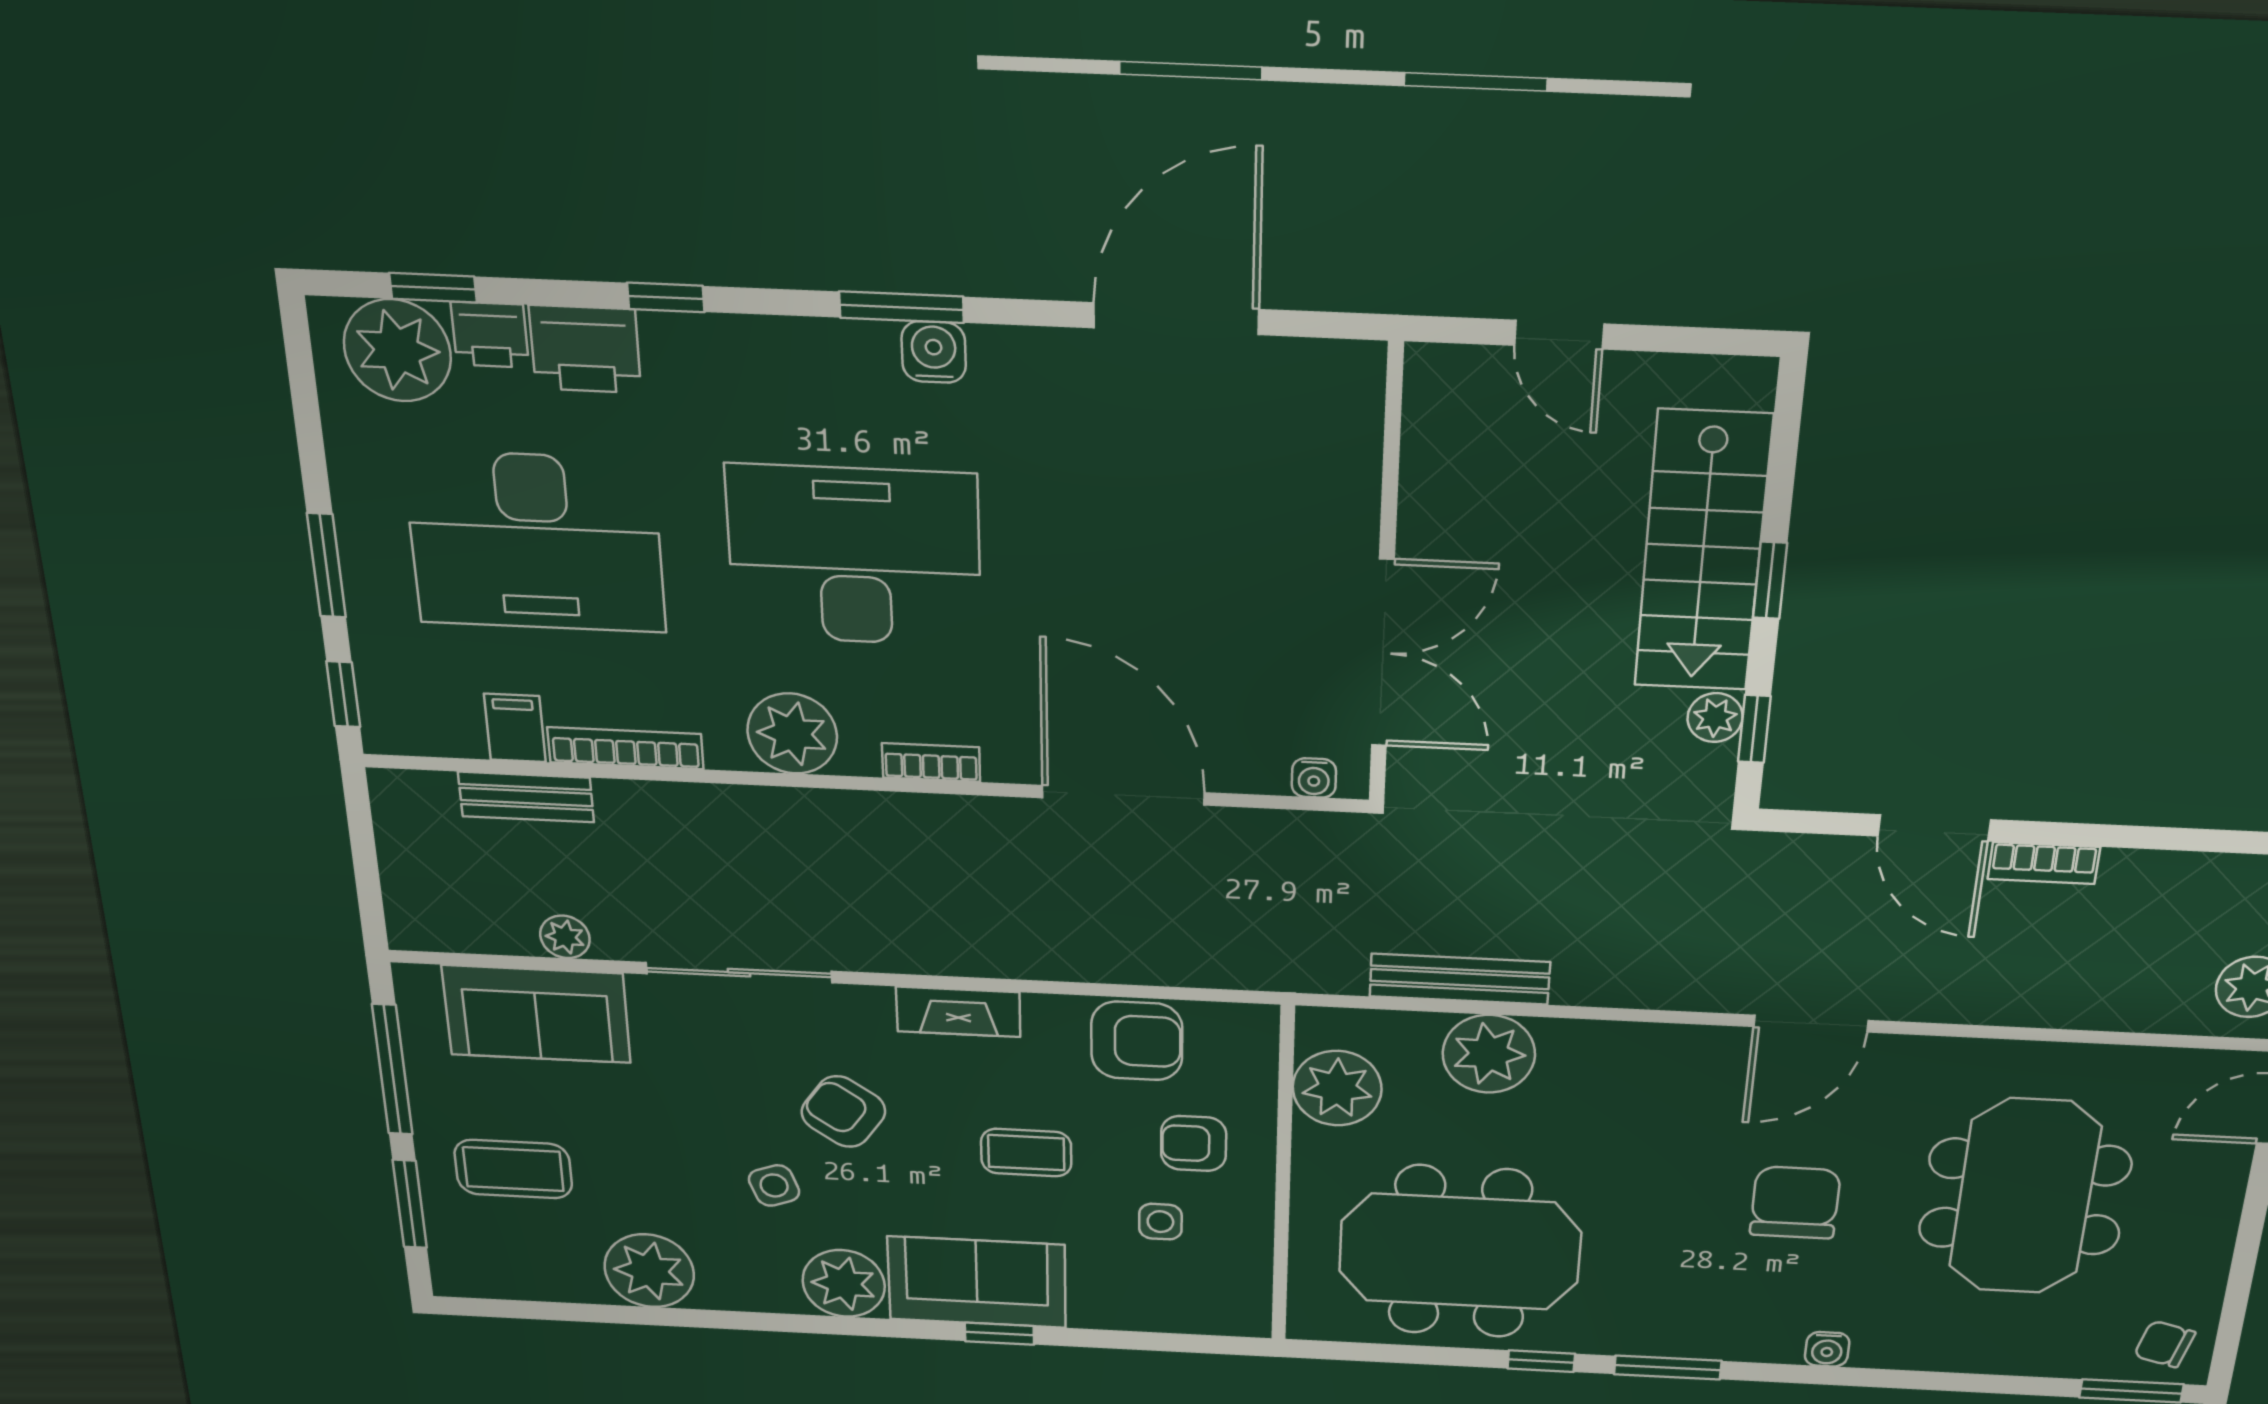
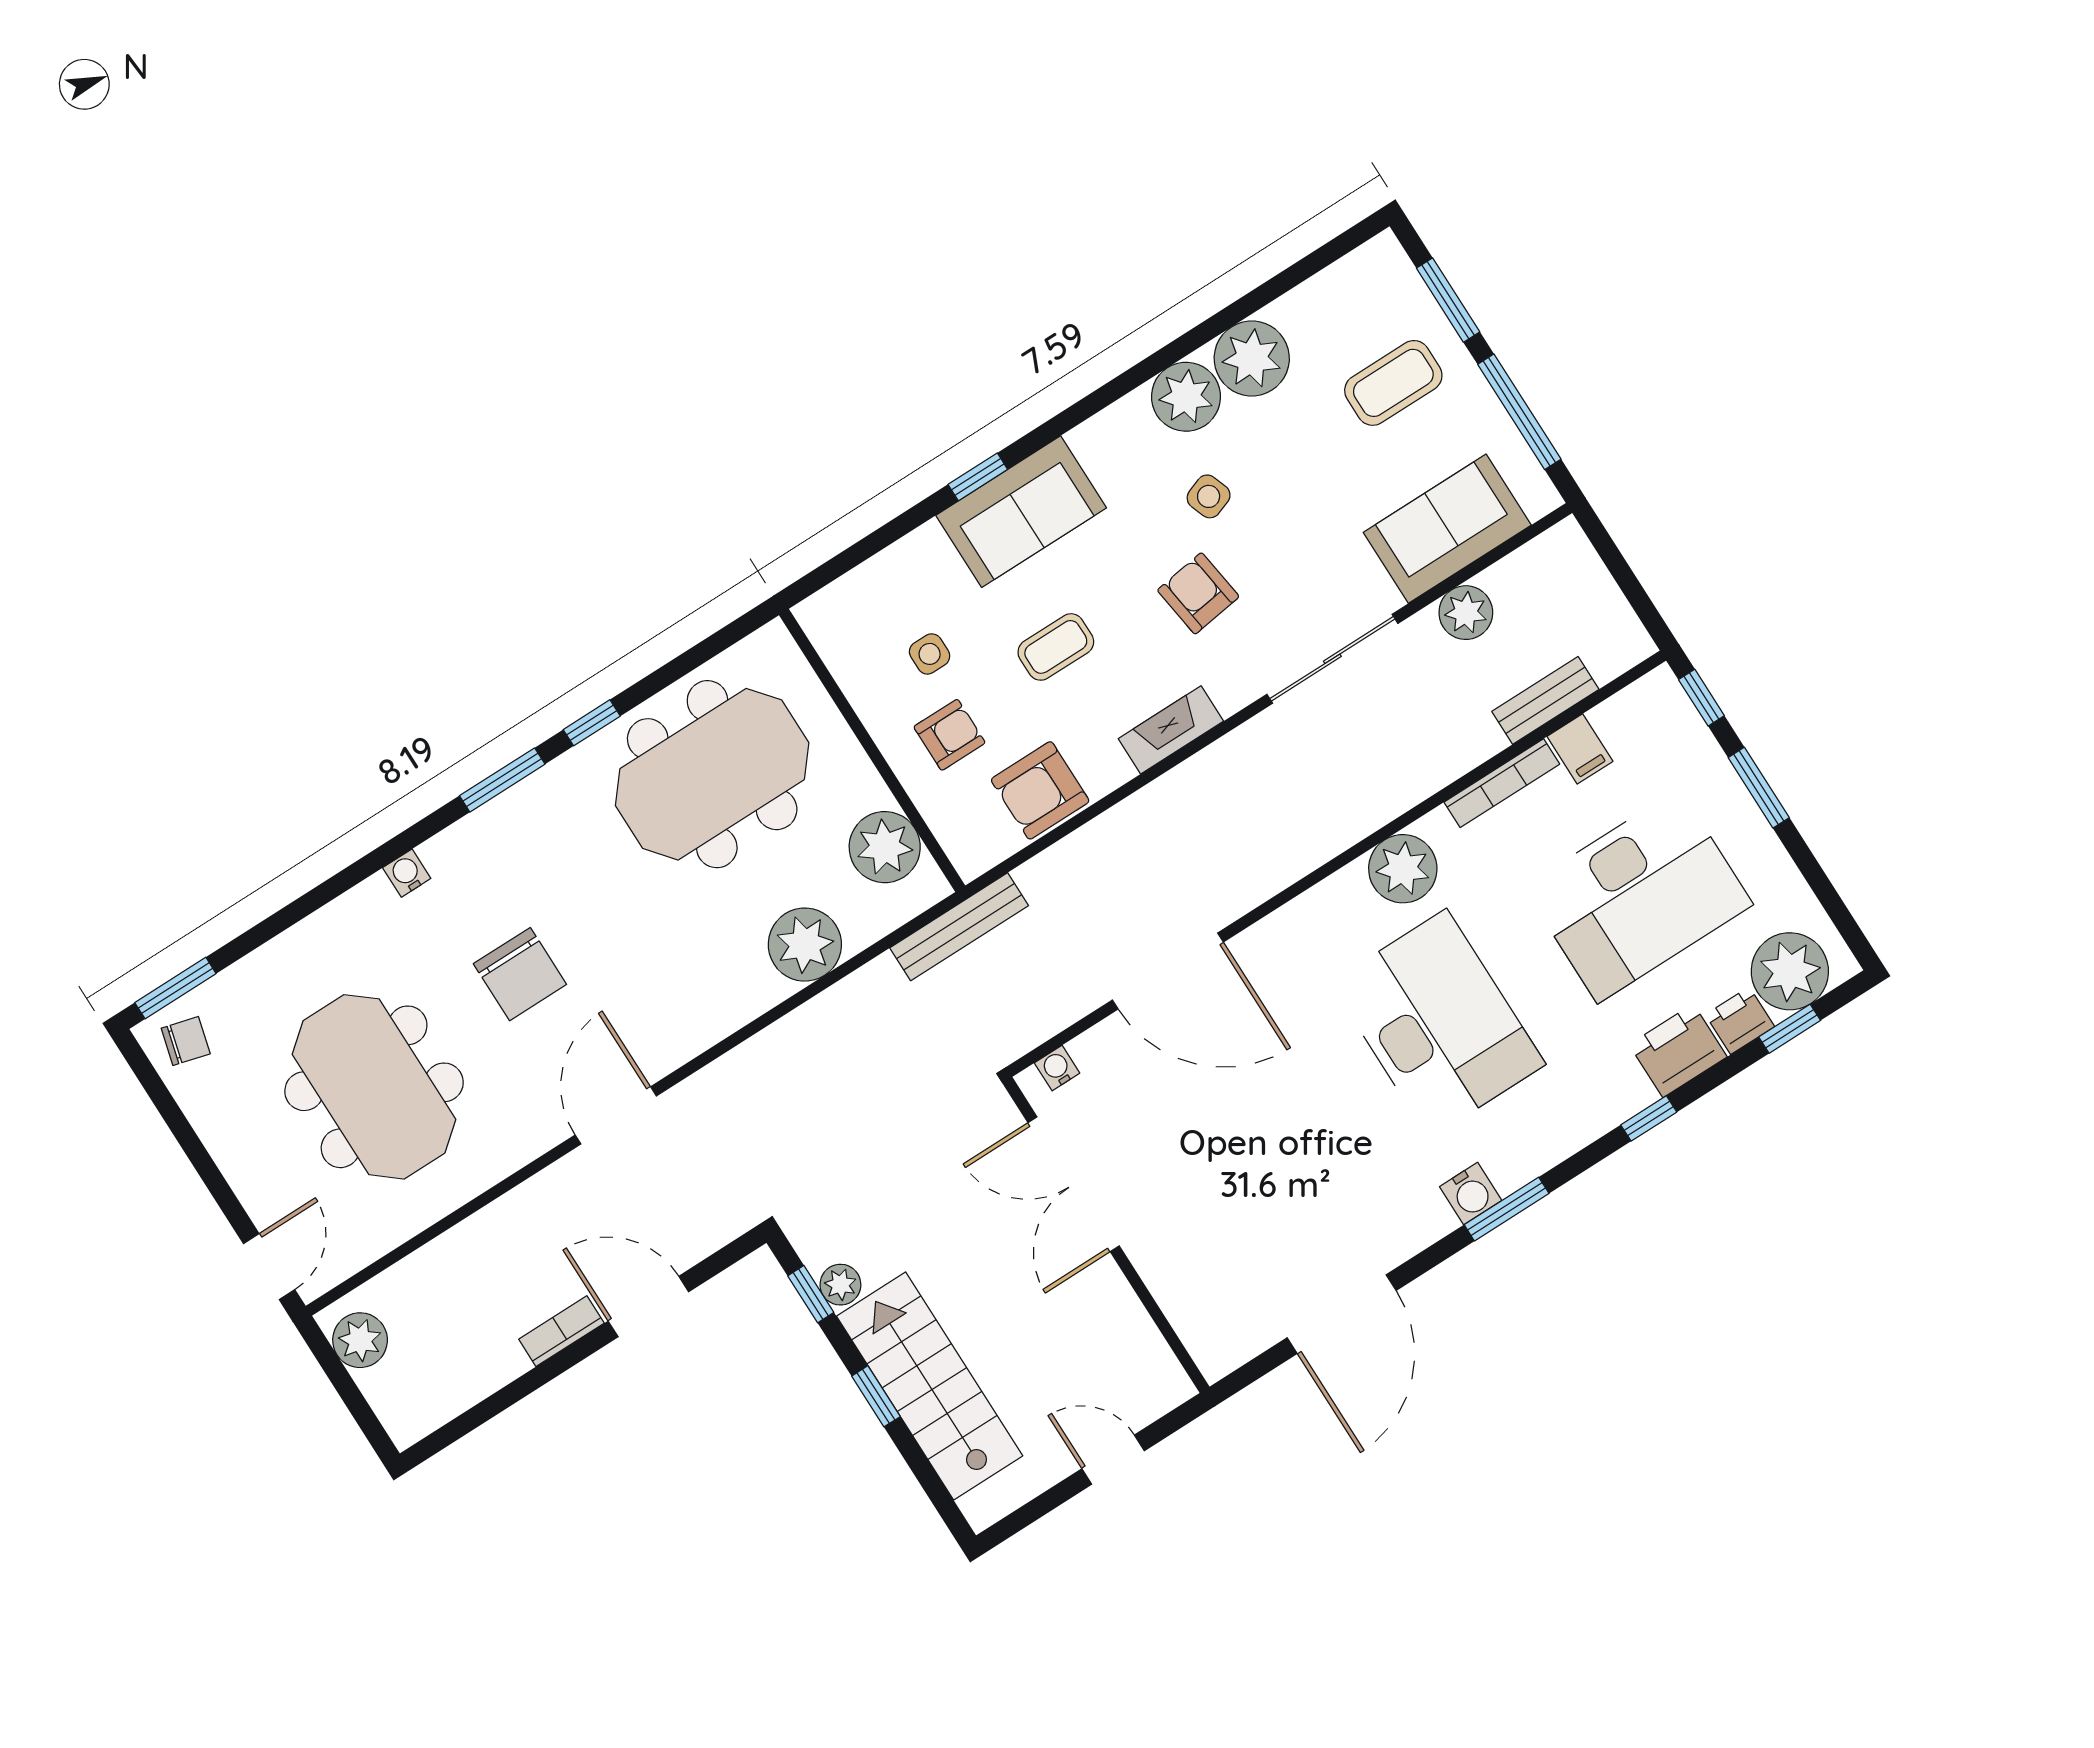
desk: (535, 542) -> (1638, 896), turned 180
desk: (854, 556) -> (1438, 1024), turned -90
bookcase: (931, 762) -> (1303, 909), removed
plant: (565, 937) -> (1466, 613), width x1.38, depth x1.38
bench: (1460, 979) -> (959, 927), moved
armchair: (843, 1112) -> (1198, 593), turned -133
plant: (844, 1283) -> (1186, 397), moved

